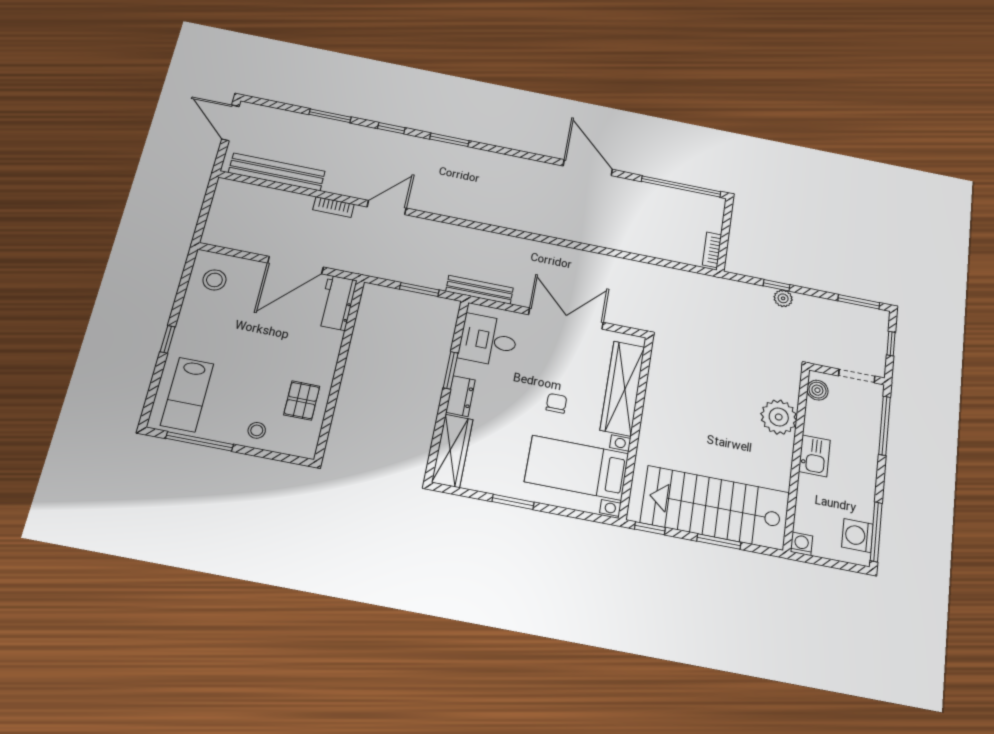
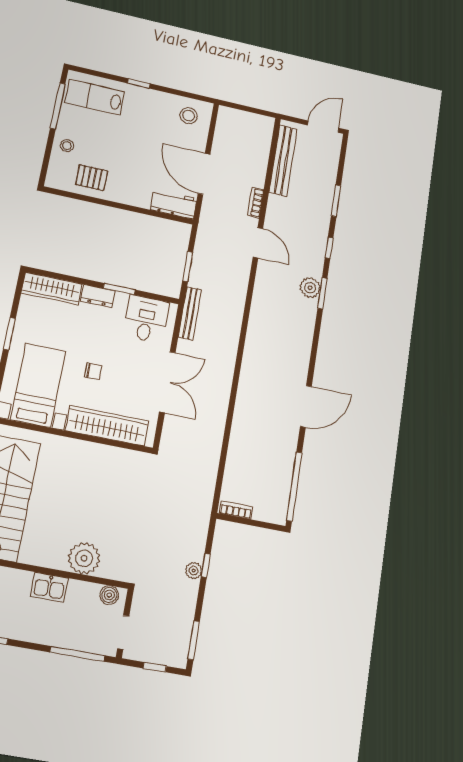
plant: (443, 153) -> (310, 288), added

